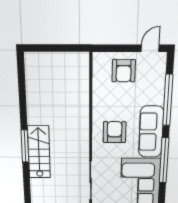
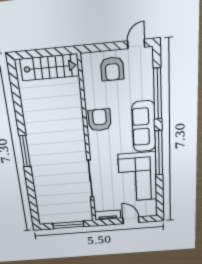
armchair: (114, 132) -> (100, 120), moved
stairs: (39, 152) -> (50, 67), moved, turned 90

